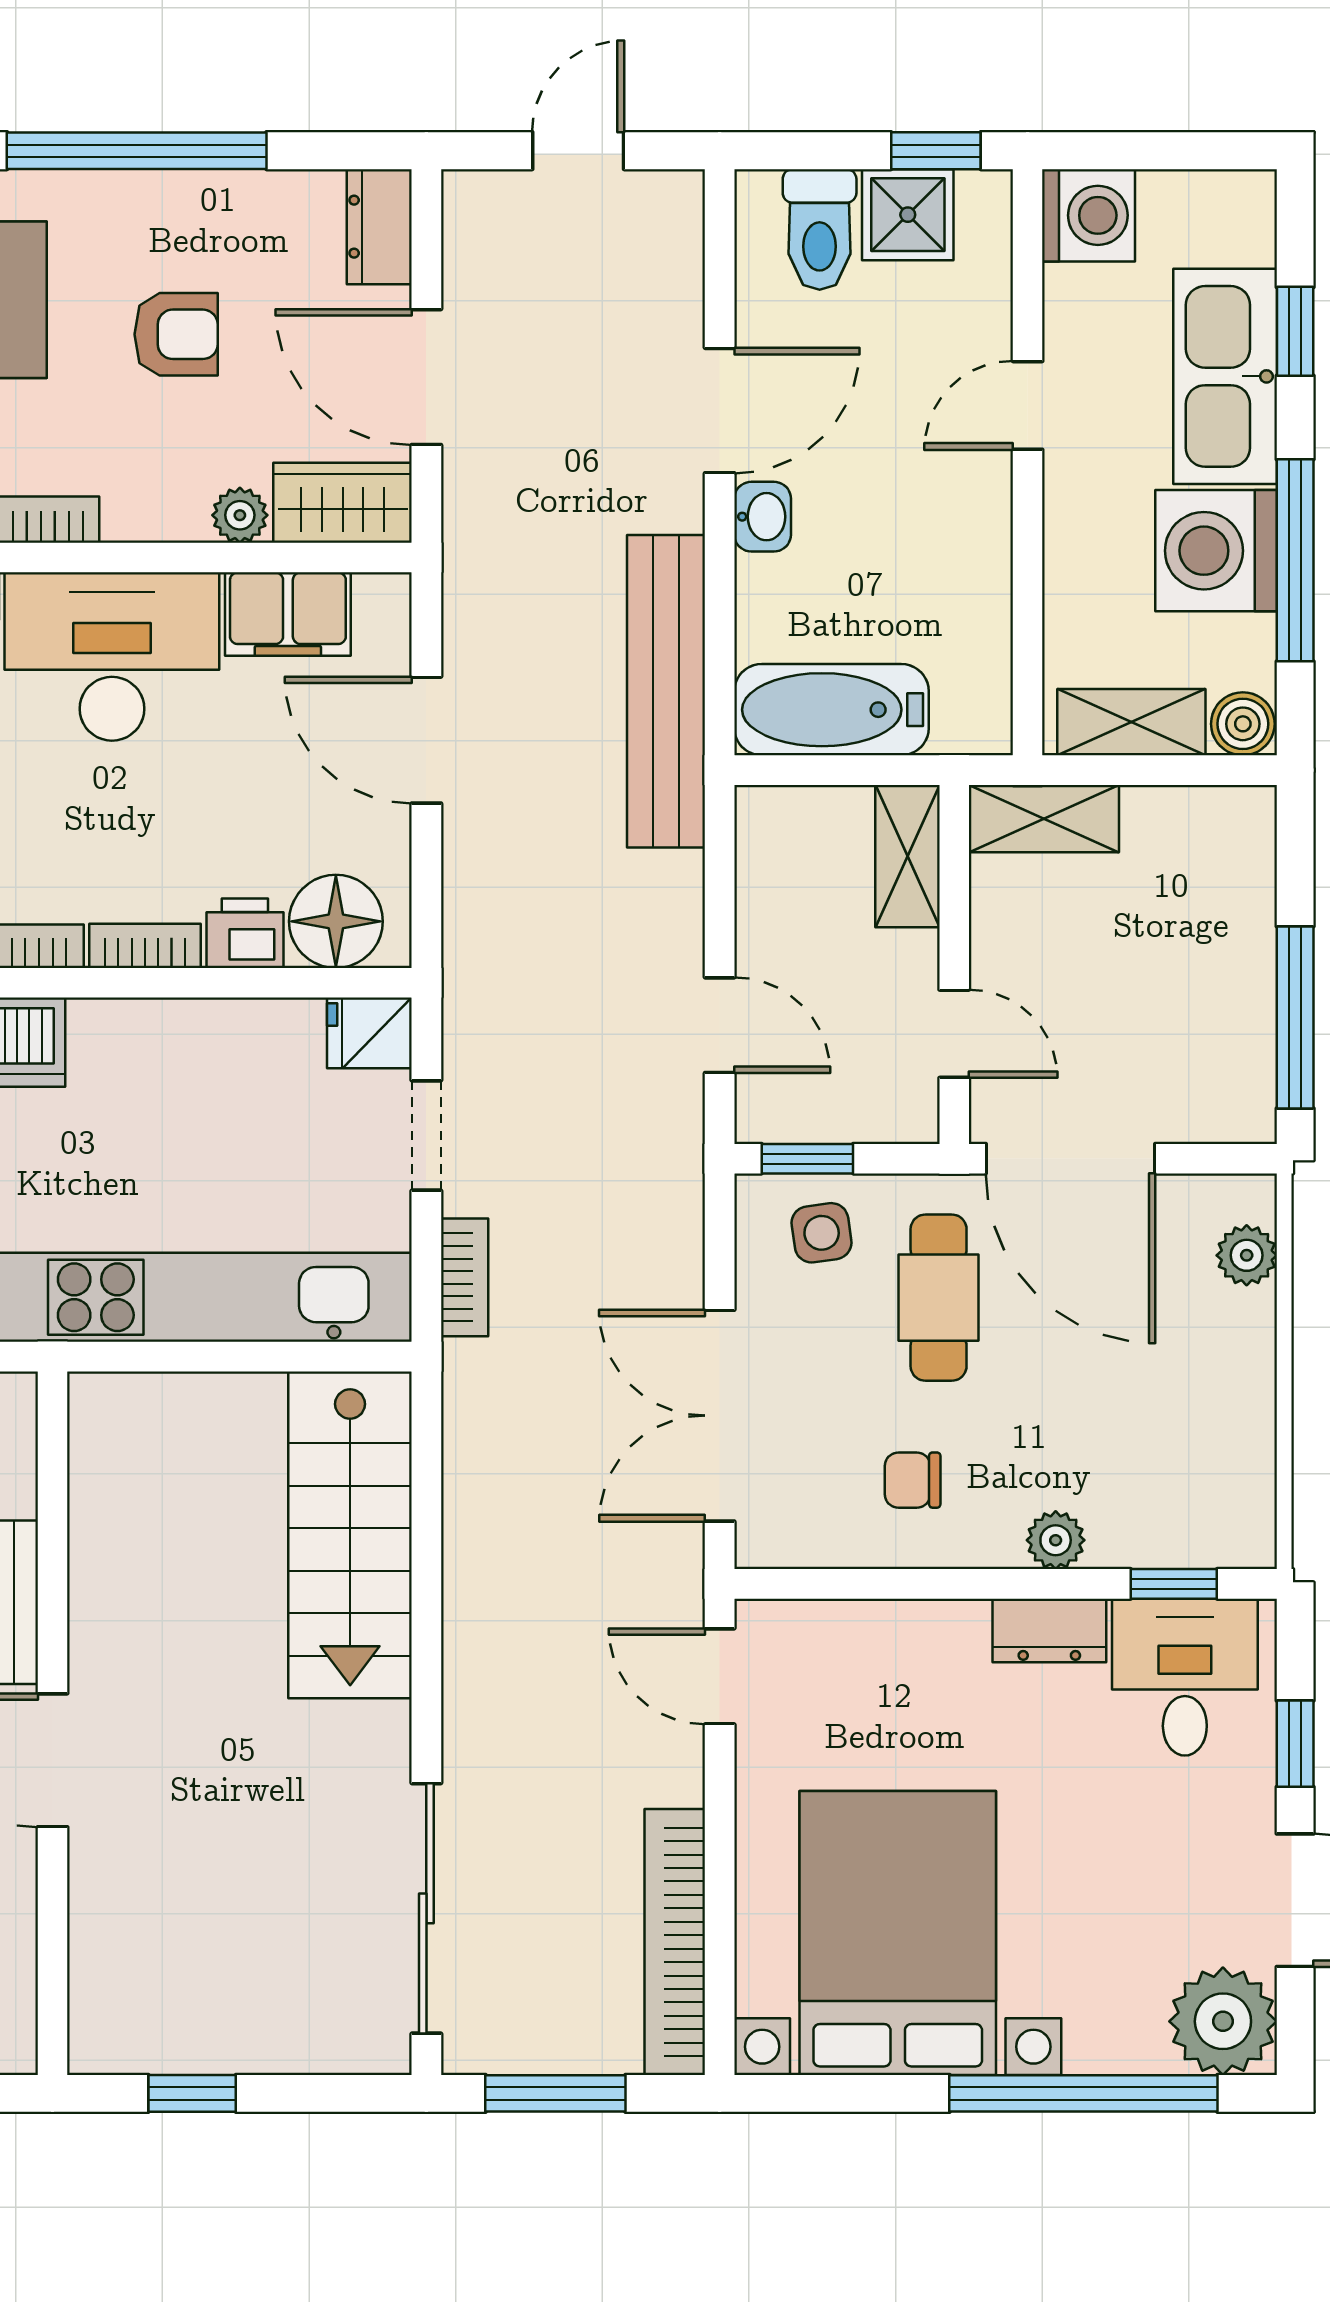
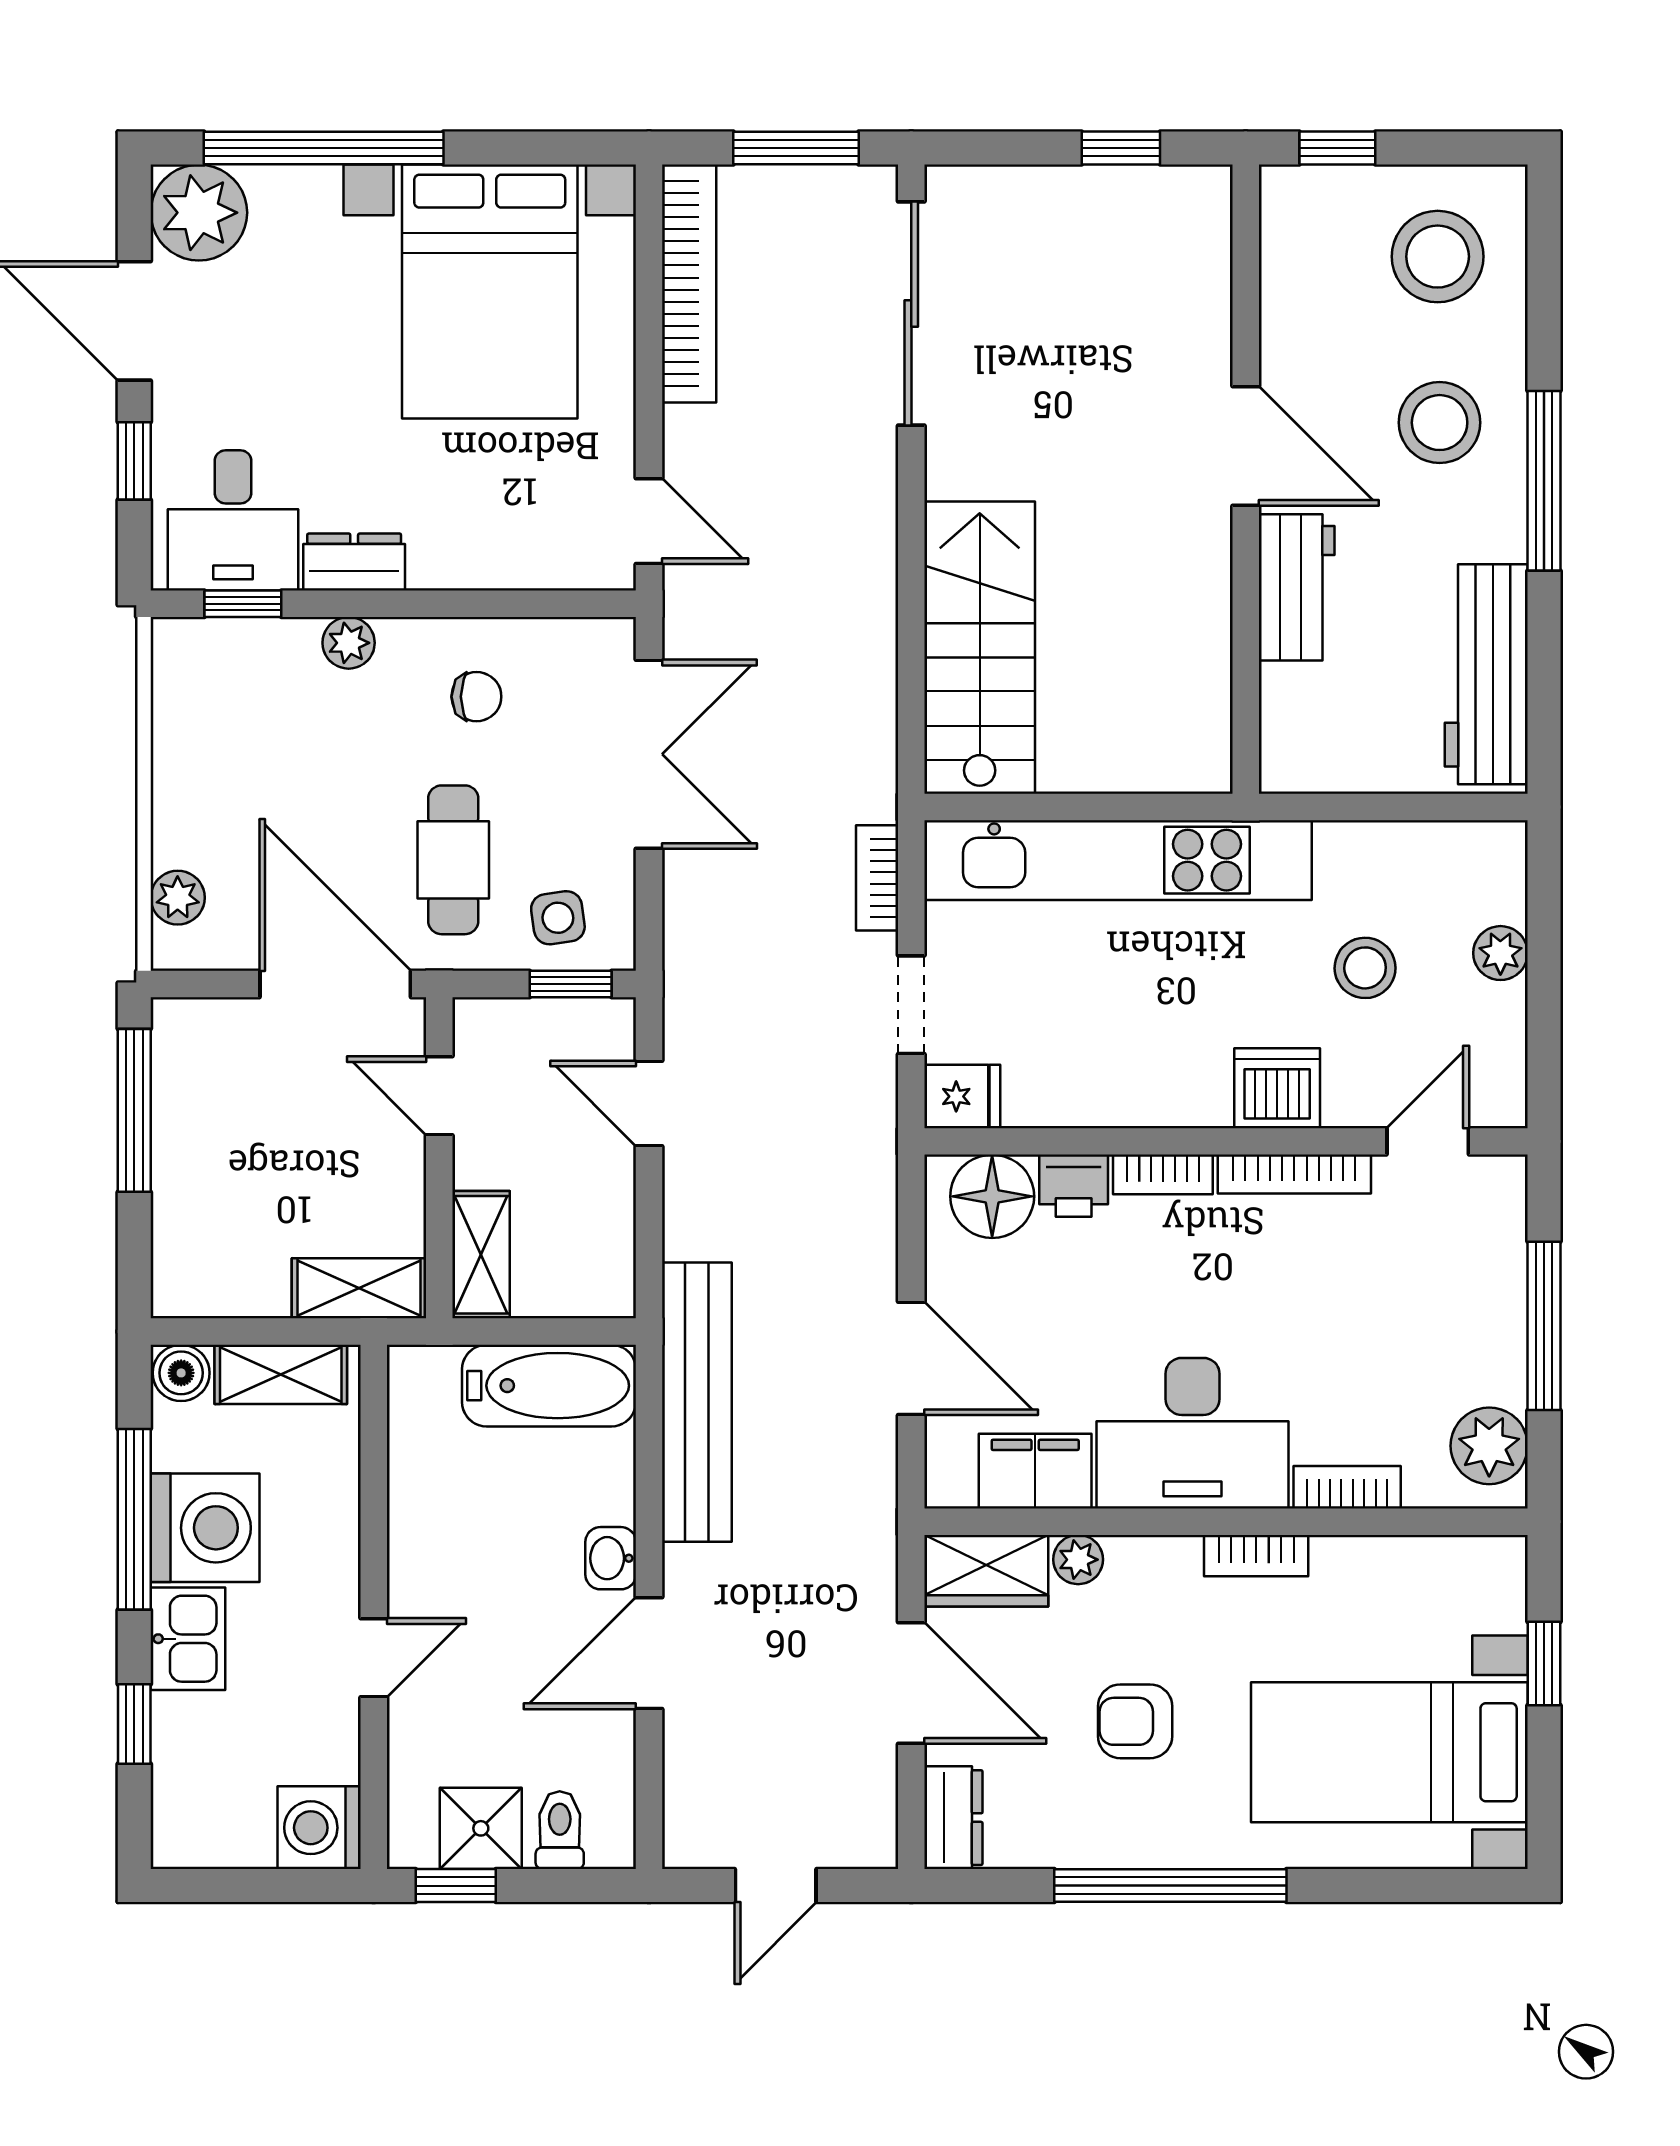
toilet: (820, 230) -> (560, 1830), width x0.73, depth x0.72
kitchen sink: (1225, 376) -> (188, 1639), width x0.53, depth x0.81

